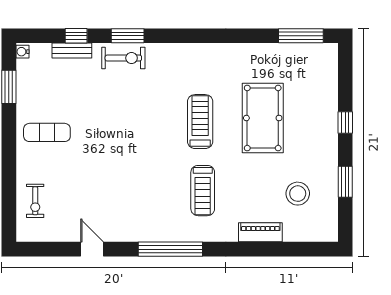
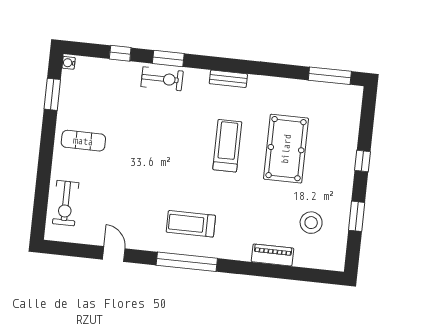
bench: (72, 51) -> (228, 79), moved
treadmill: (203, 191) -> (191, 224), moved, turned 90
exercise bike: (35, 201) -> (66, 203), width x1.38, depth x1.39

